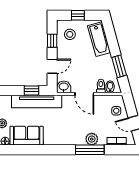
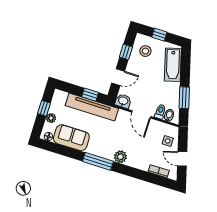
plant: (92, 139) -> (120, 157), moved
window: (90, 150) -> (98, 161), moved

